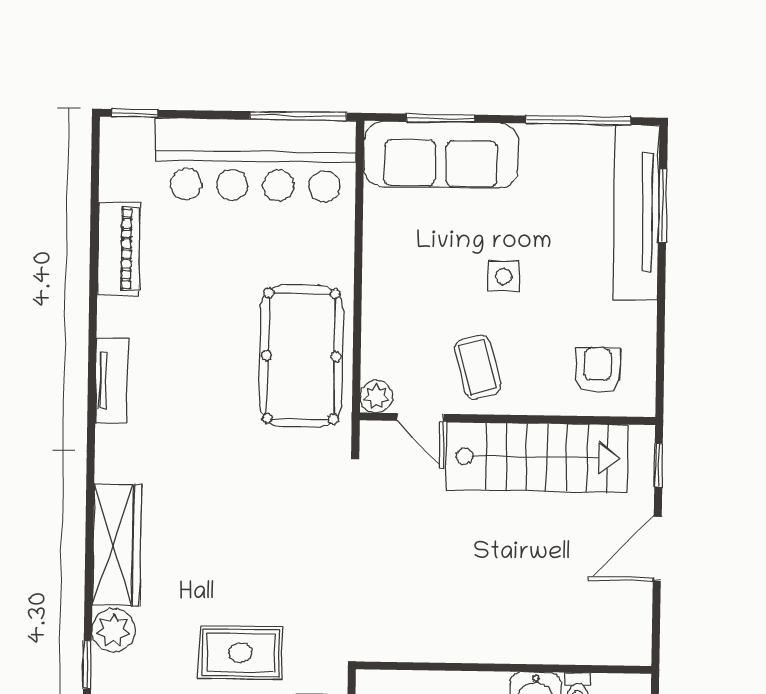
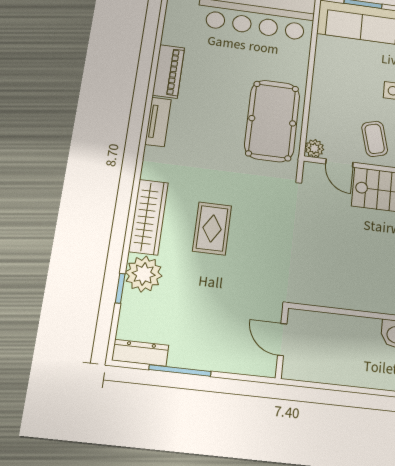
piano: (119, 249) -> (168, 71), moved
plant: (113, 630) -> (144, 274), width x1.36, depth x1.36
rug: (240, 653) -> (212, 228), moved, turned 90

